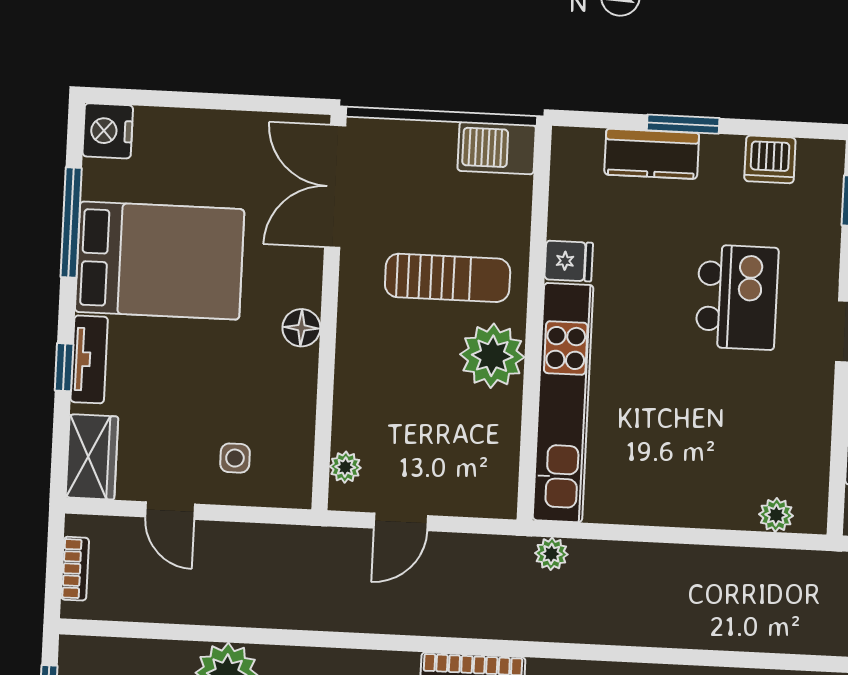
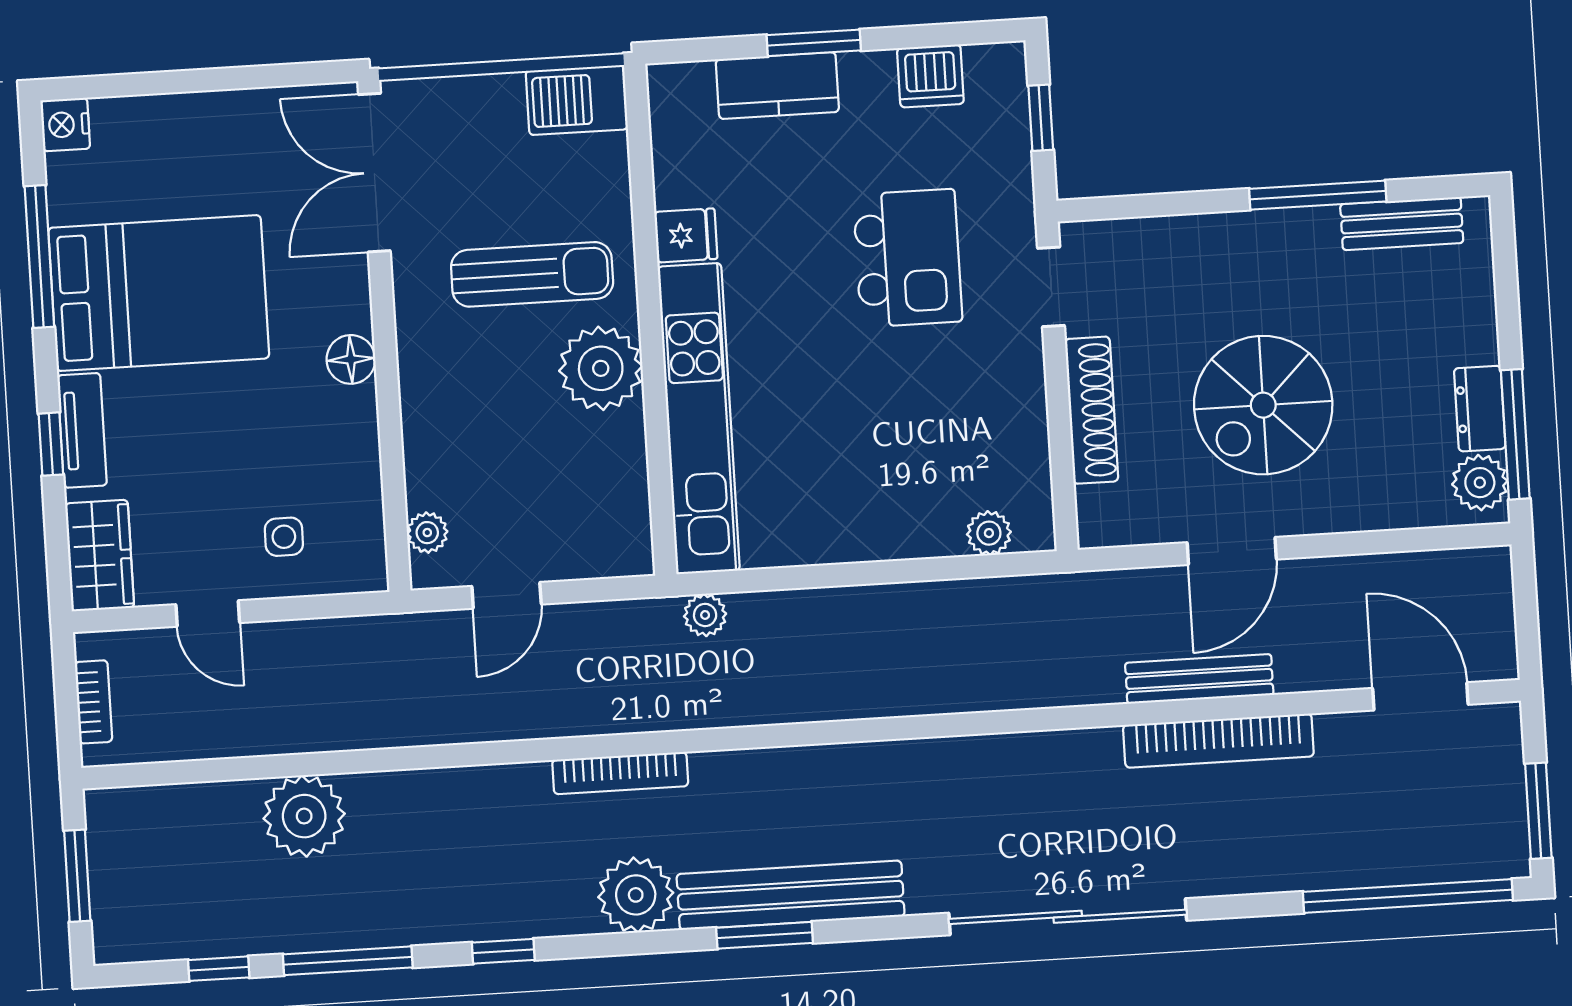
nightstand: (108, 131) -> (65, 125), width x0.74, depth x0.75

